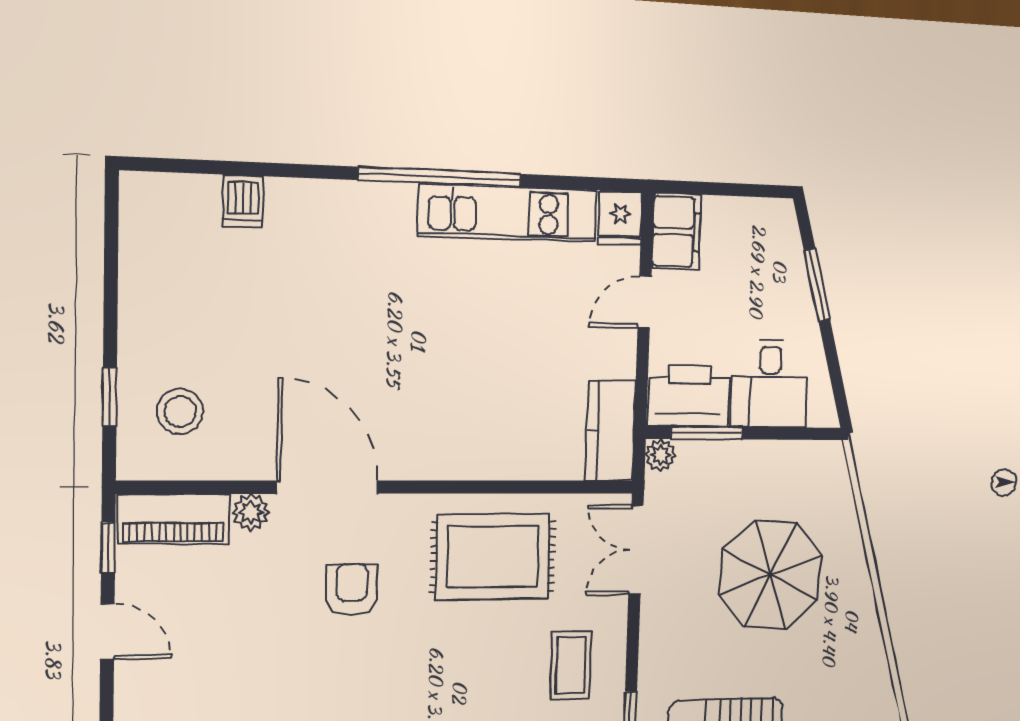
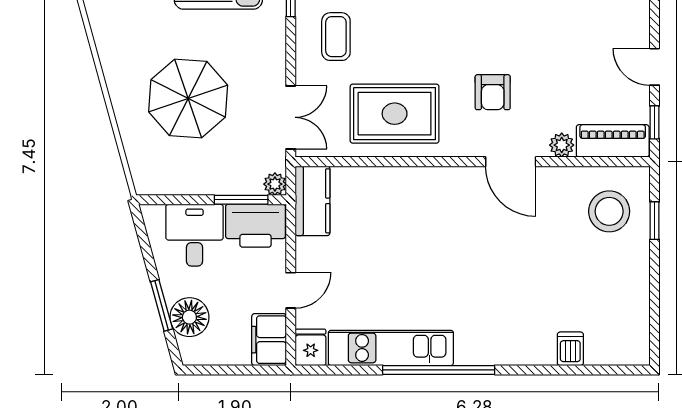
floor lamp: (781, 267) -> (189, 317), added
stool: (180, 411) -> (609, 211), width x1.38, depth x1.38
door: (328, 487) -> (511, 162), width x0.73

